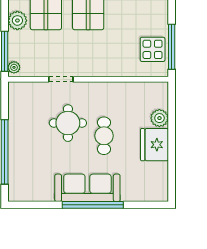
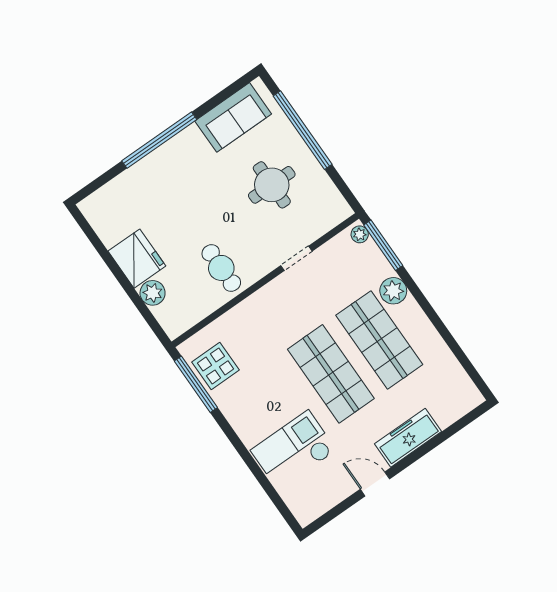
round table: (68, 123) -> (272, 185), moved
cafe table: (104, 136) -> (221, 268), moved
sofa: (87, 188) -> (233, 117), moved, width x0.73

